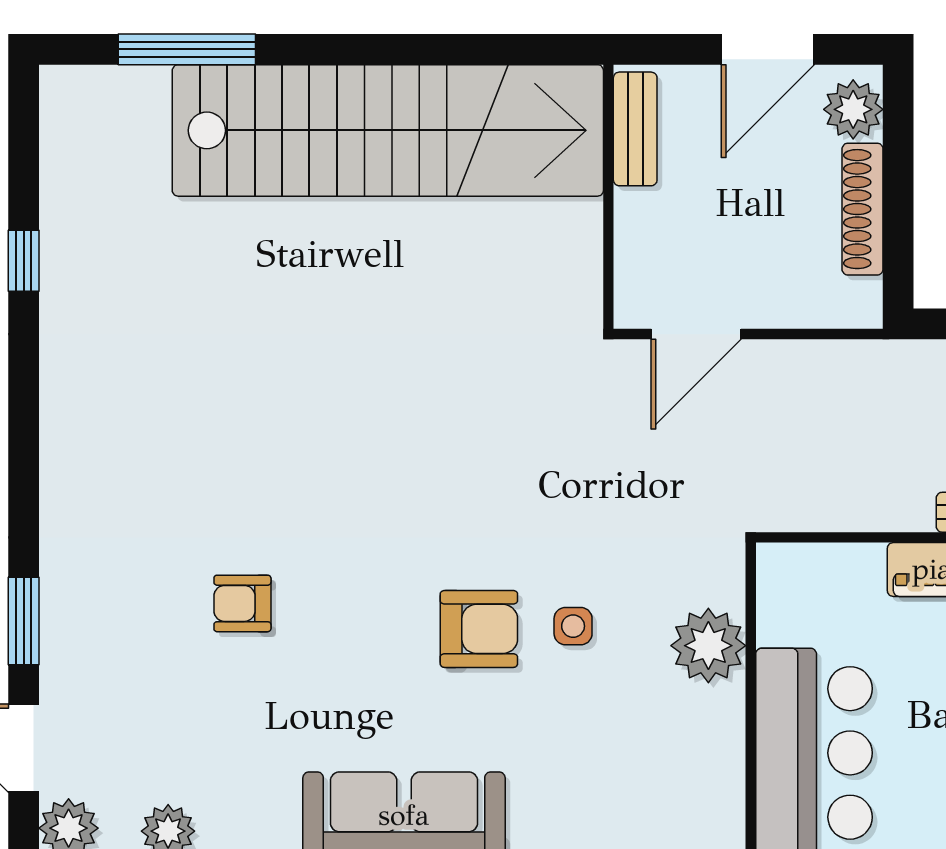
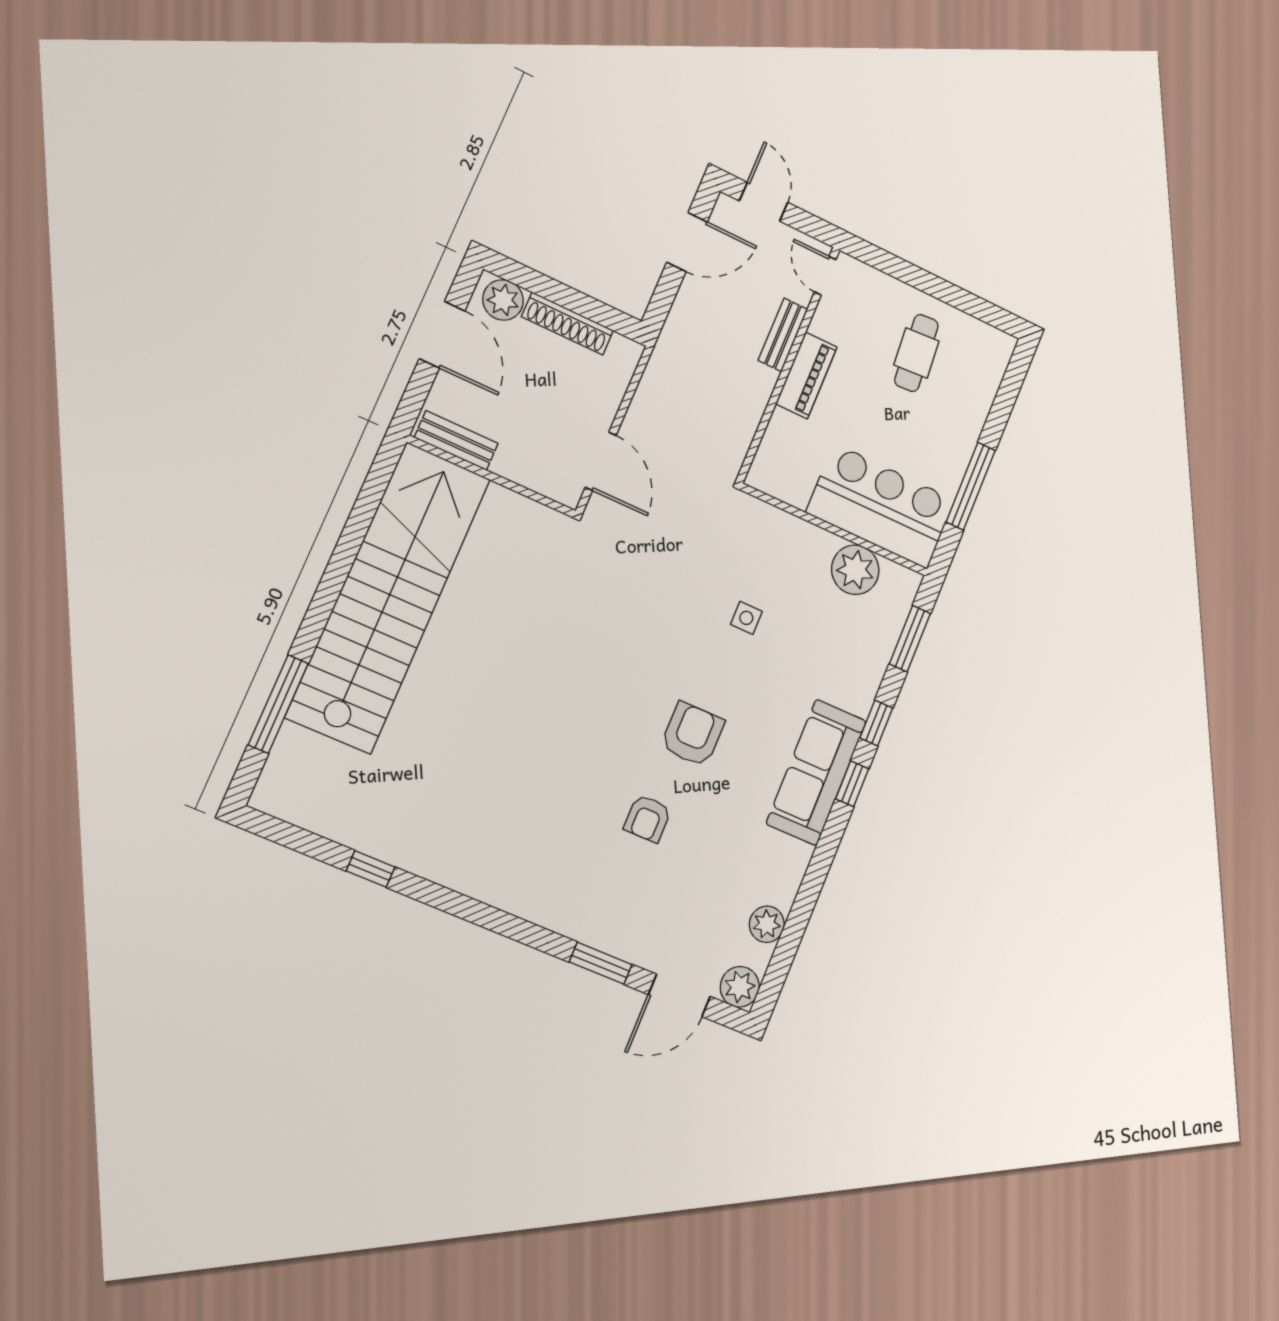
armchair: (479, 629) -> (693, 734), moved
plant: (708, 646) -> (855, 570), moved

